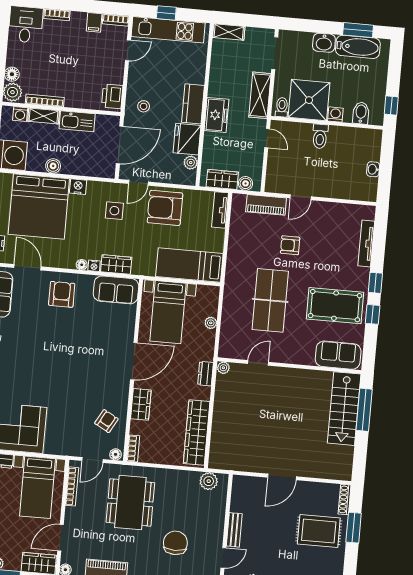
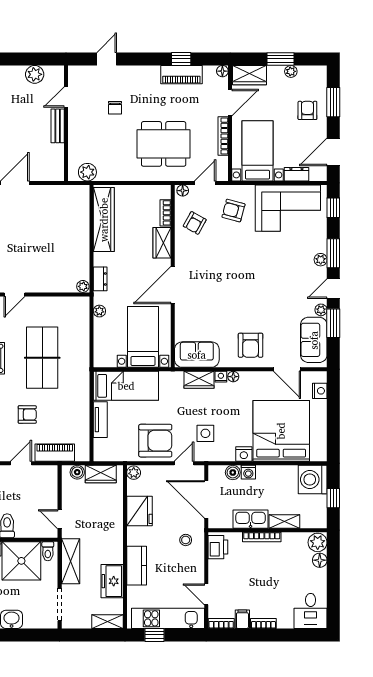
window: (166, 13) -> (155, 635), moved
bookcase: (57, 15) -> (263, 624), moved
door: (128, 50) -> (206, 594), hinge flipped
bookcase: (45, 100) -> (262, 537), moved
kitchen counter: (193, 104) -> (137, 566), moved
washing machine: (20, 114) -> (248, 472), moved, turned 180
freezer: (217, 115) -> (112, 581), moved
door: (120, 145) -> (206, 499), hinge flipped
plant: (191, 163) -> (134, 473), moved
boiler: (53, 166) -> (233, 472), moved
tv unit: (220, 210) -> (100, 420), moved
plant: (211, 323) -> (99, 311), moved
door: (258, 363) -> (14, 294), moved
armchair: (67, 430) -> (233, 211), added
bookcase: (133, 448) -> (166, 213), moved
bookcase: (72, 486) -> (223, 136), moved
dining table: (130, 502) -> (164, 144), turned 90
chair: (175, 543) -> (115, 108), width x0.54, depth x0.54

